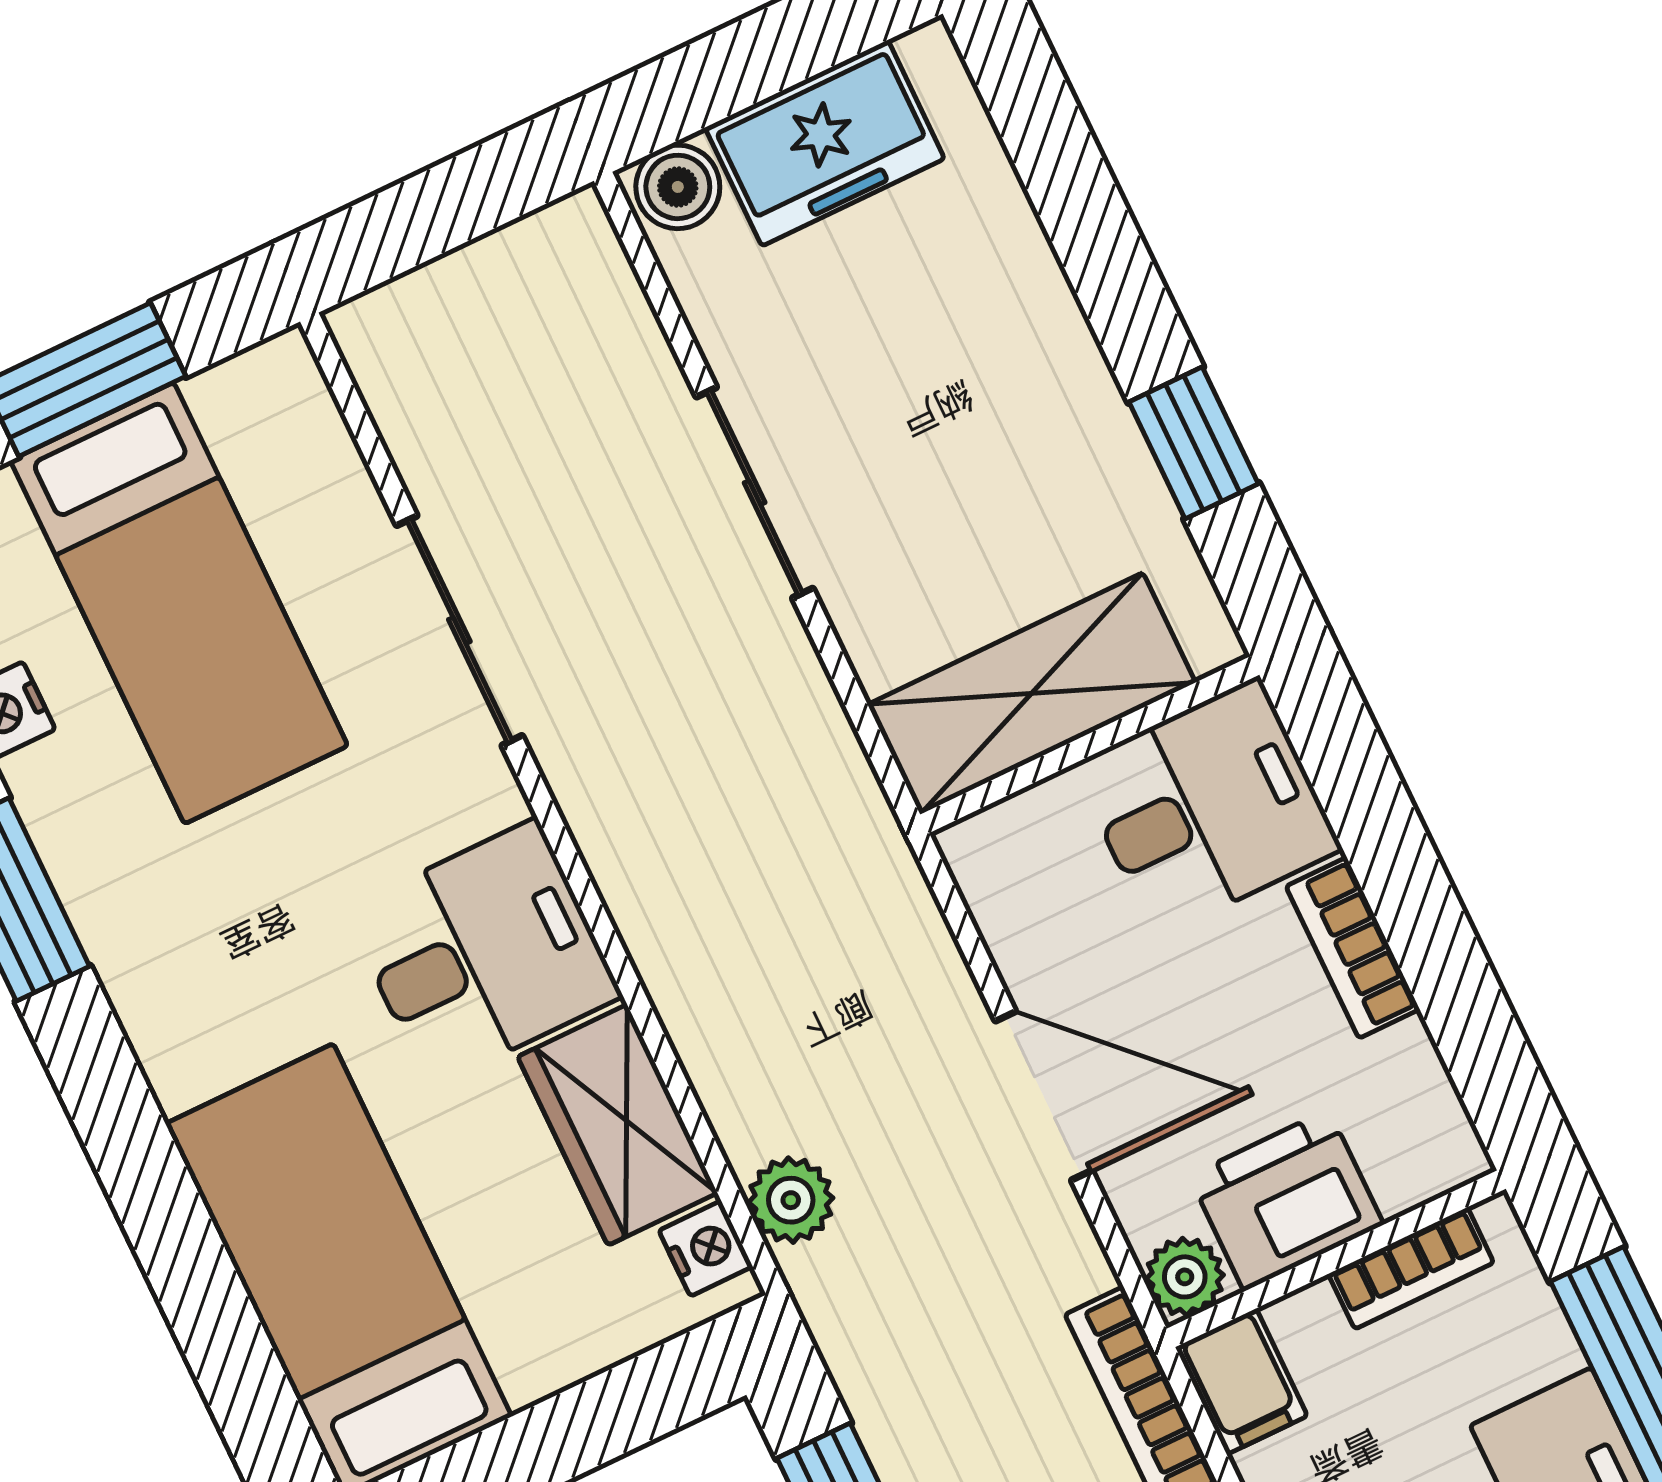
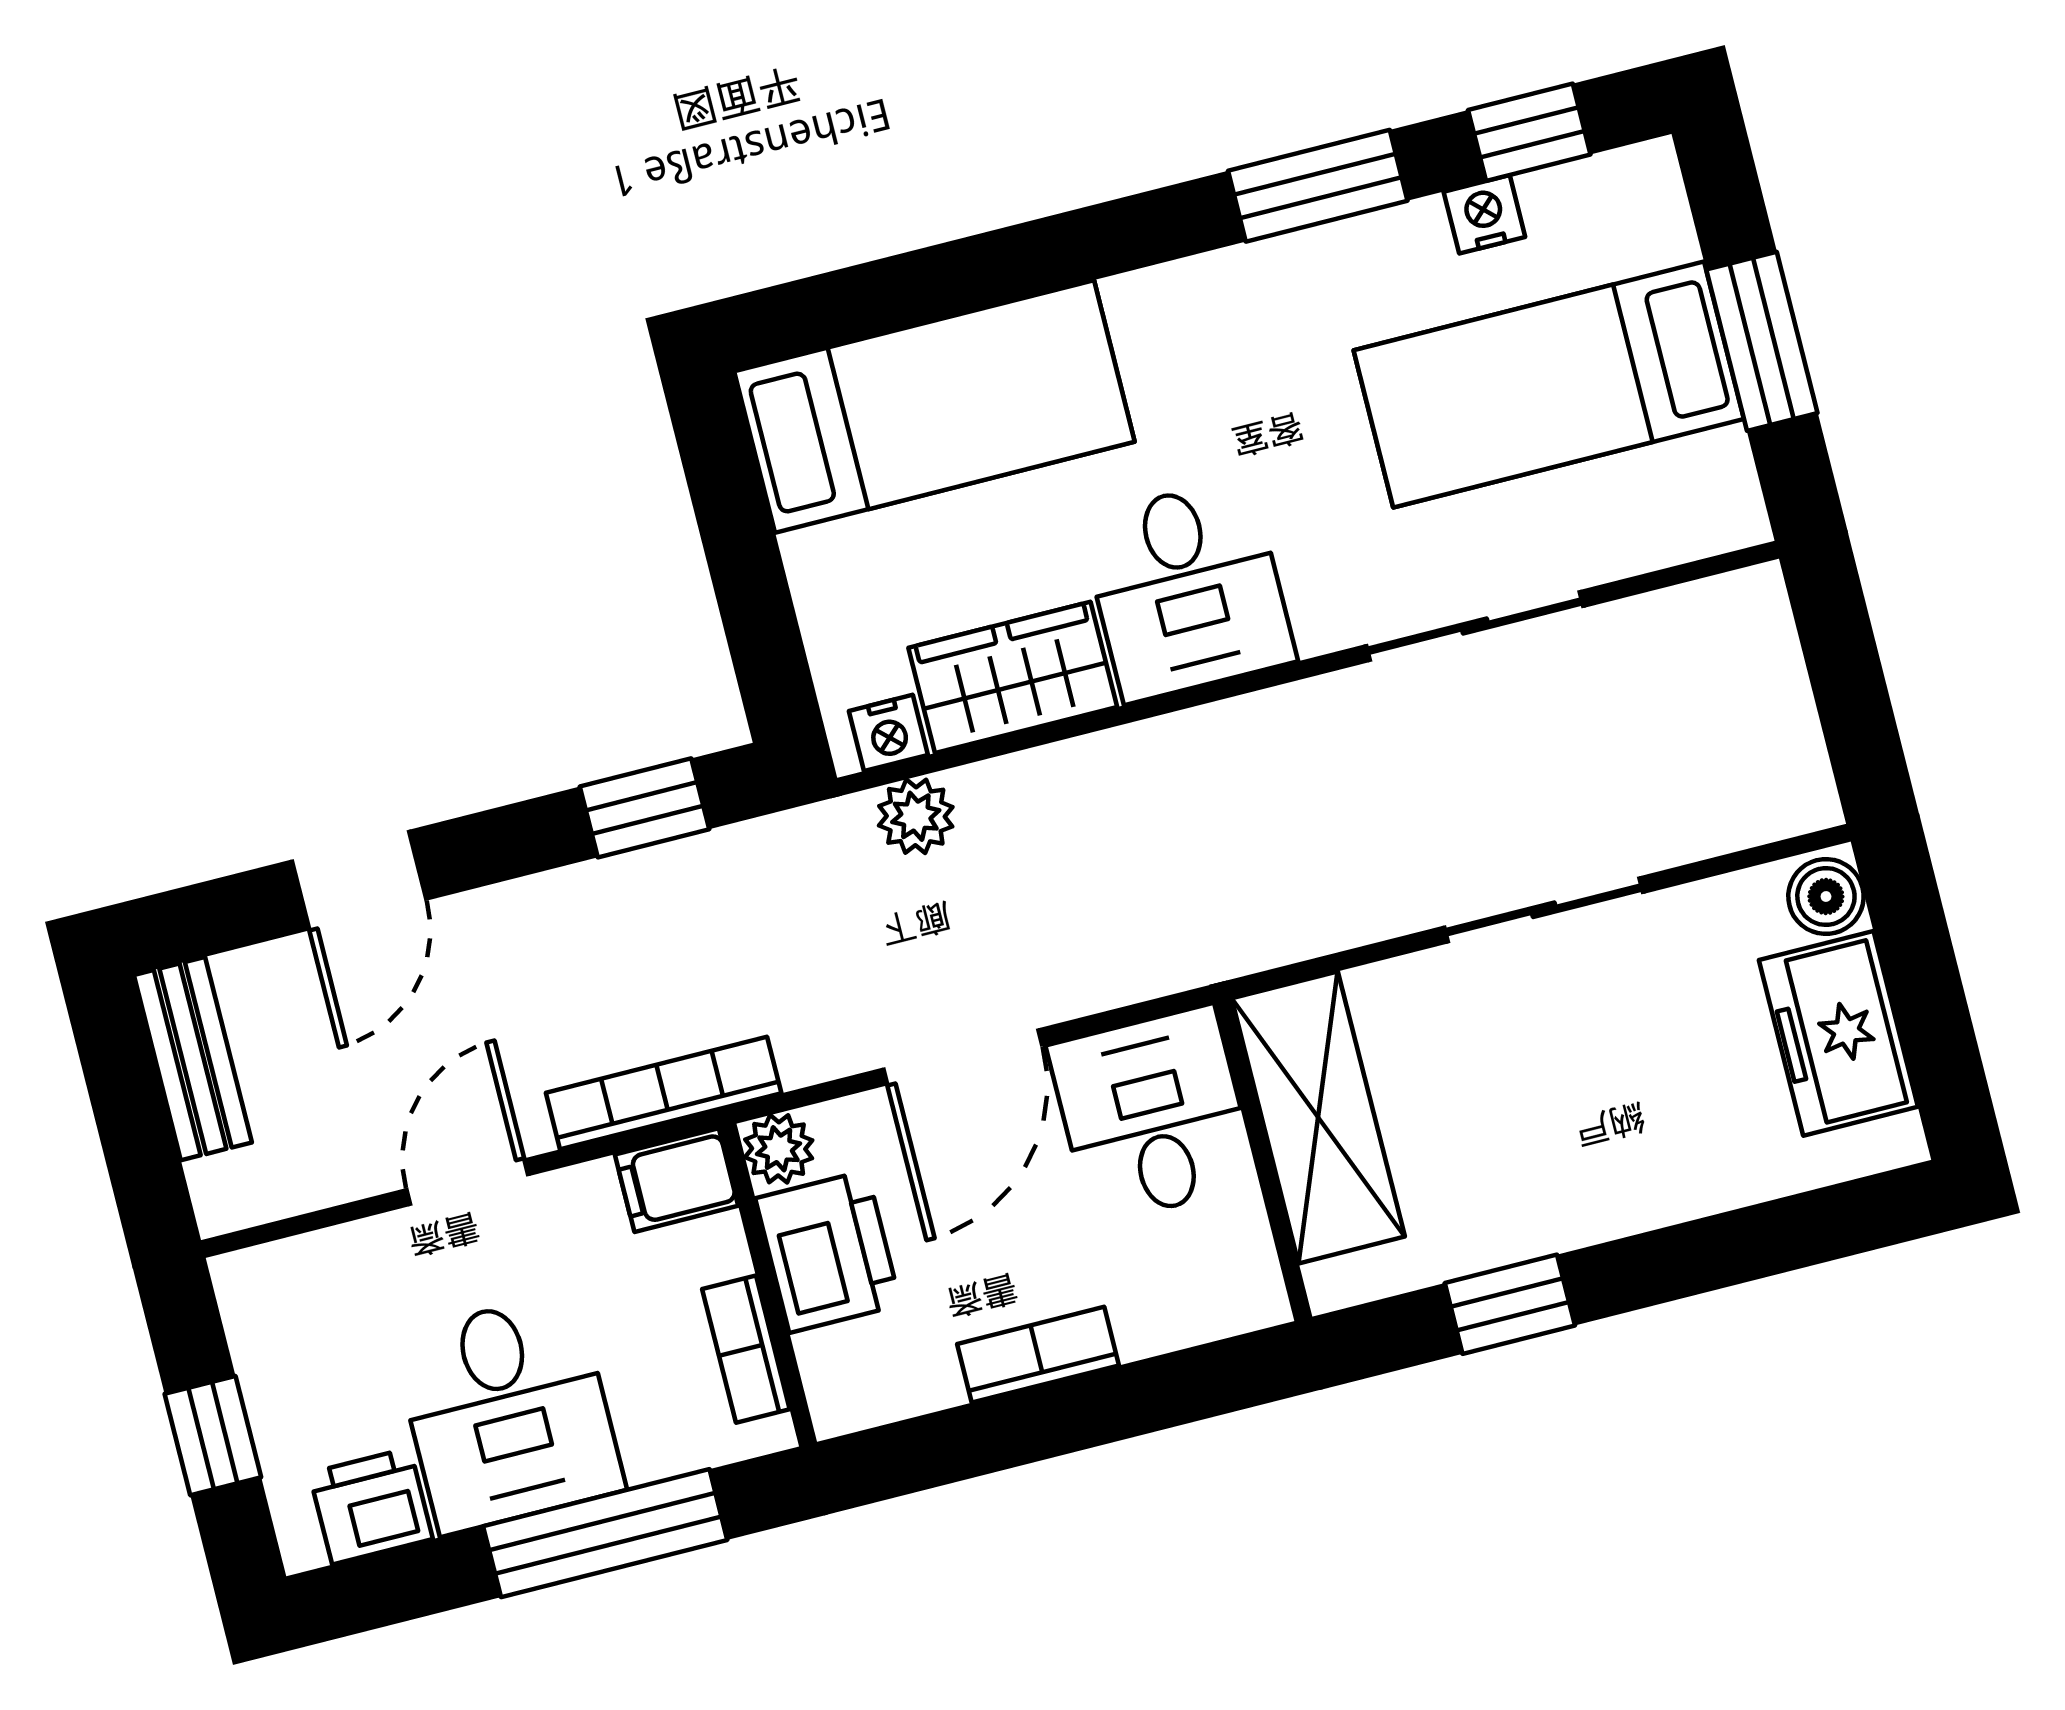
desk: (1207, 807) -> (1153, 1115), moved, turned 180

